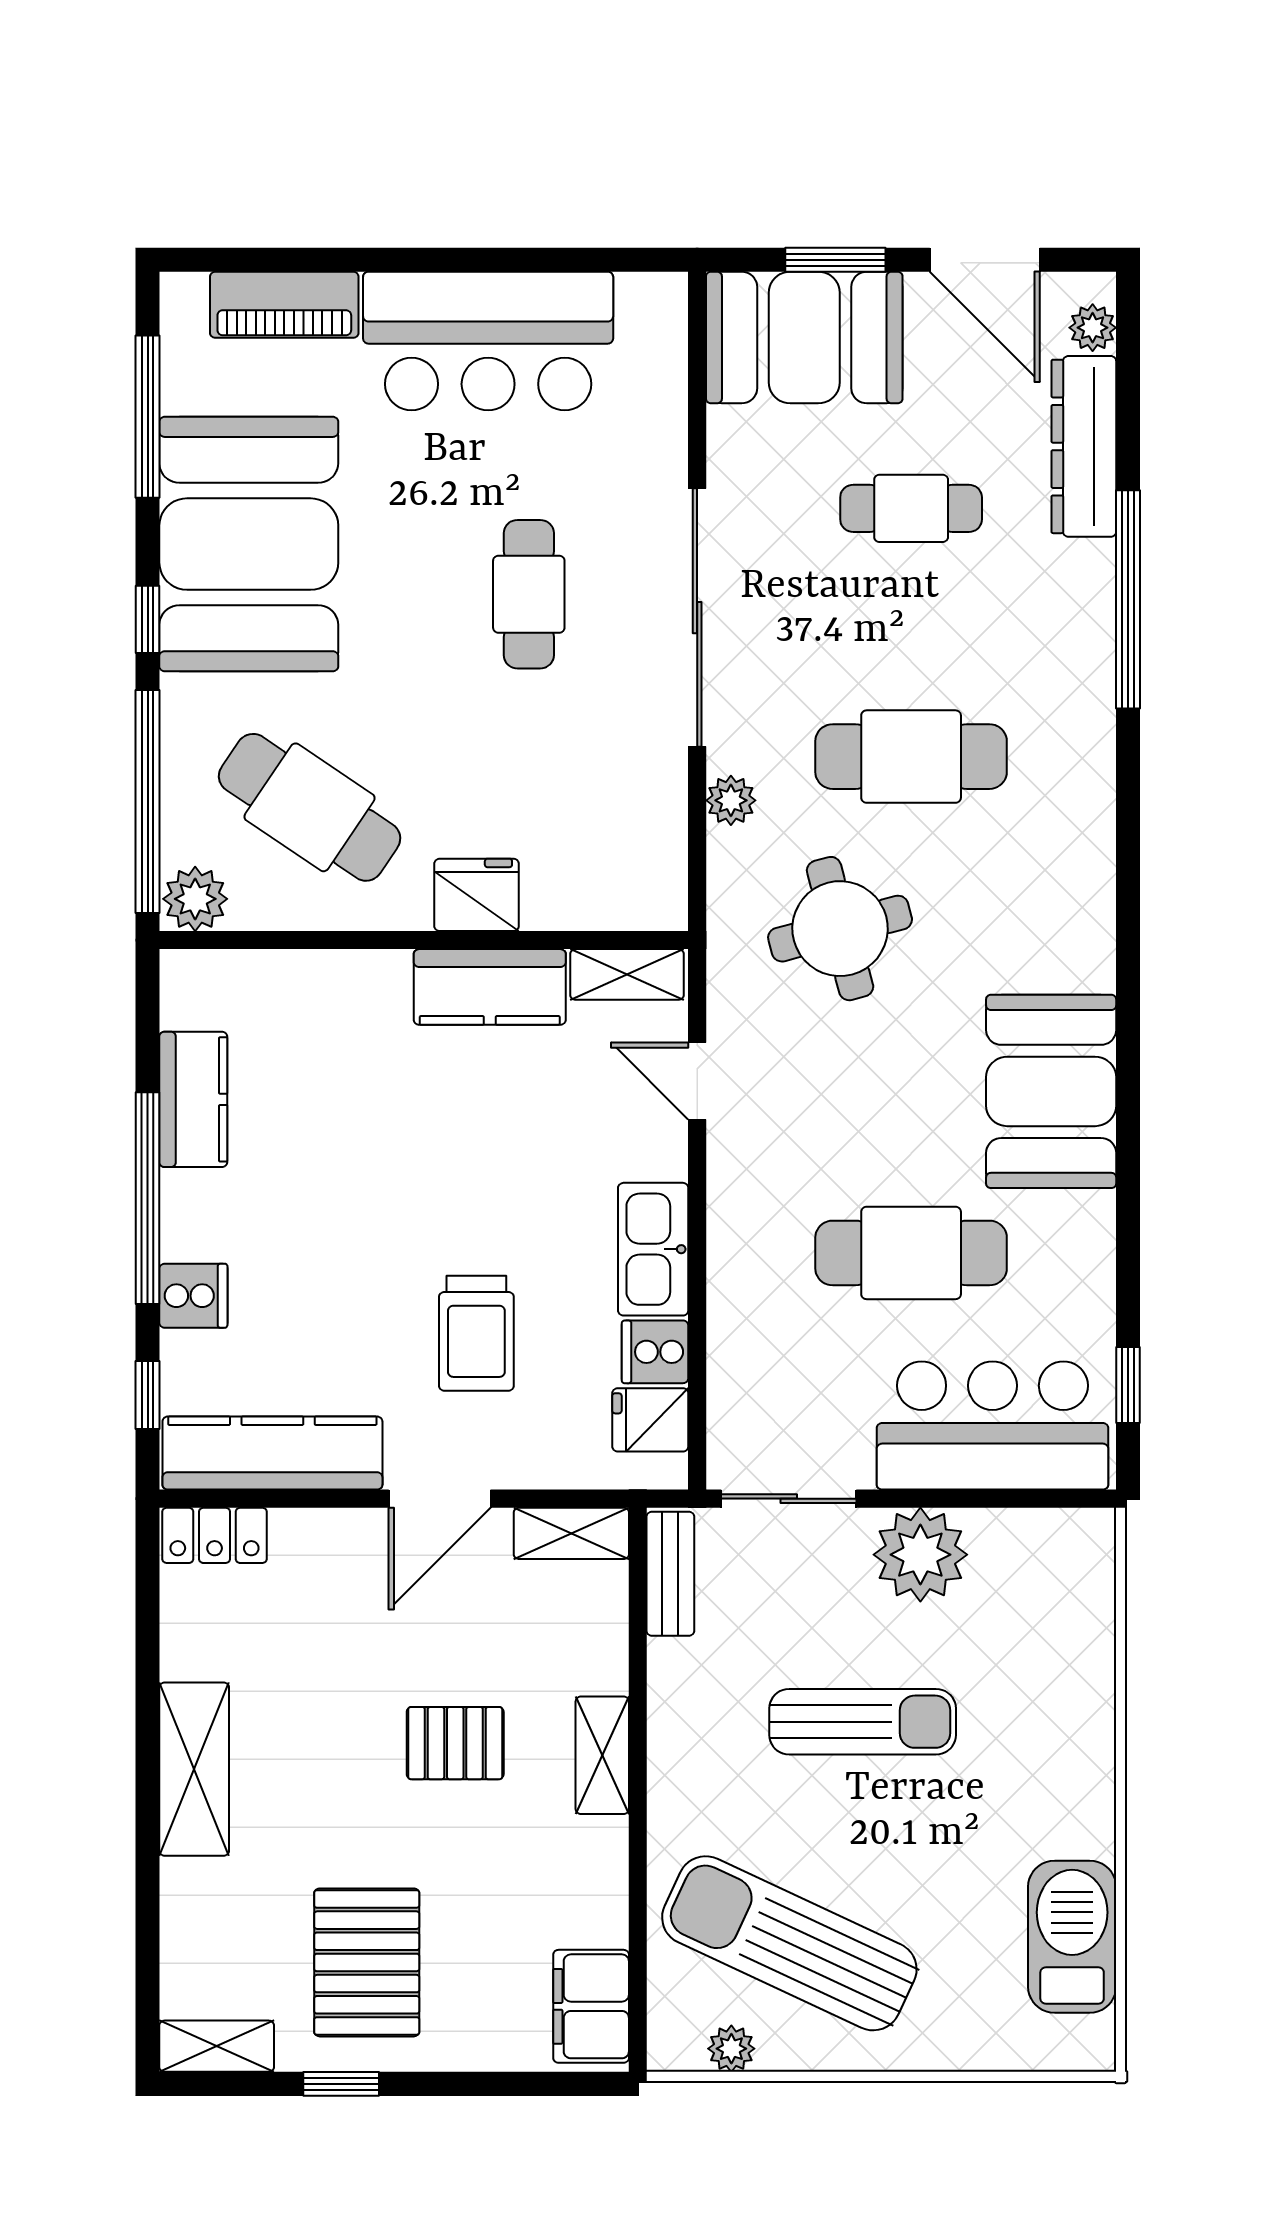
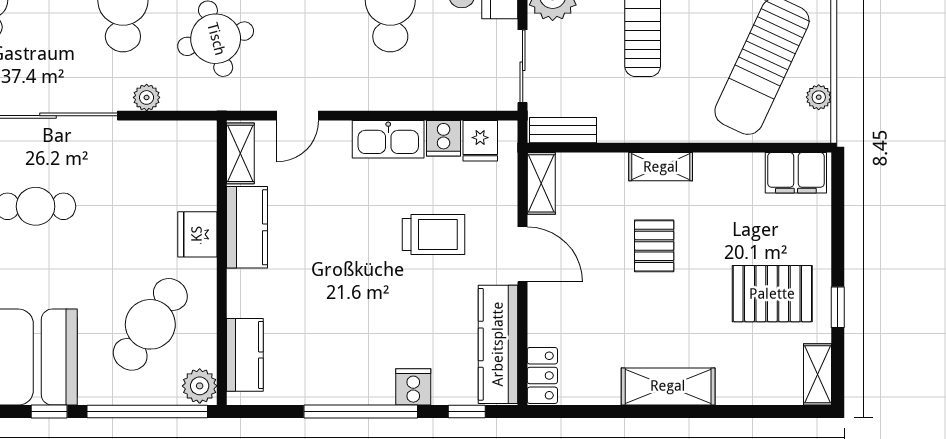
kitchen counter: (193, 1099) -> (245, 355), moved, turned 90

